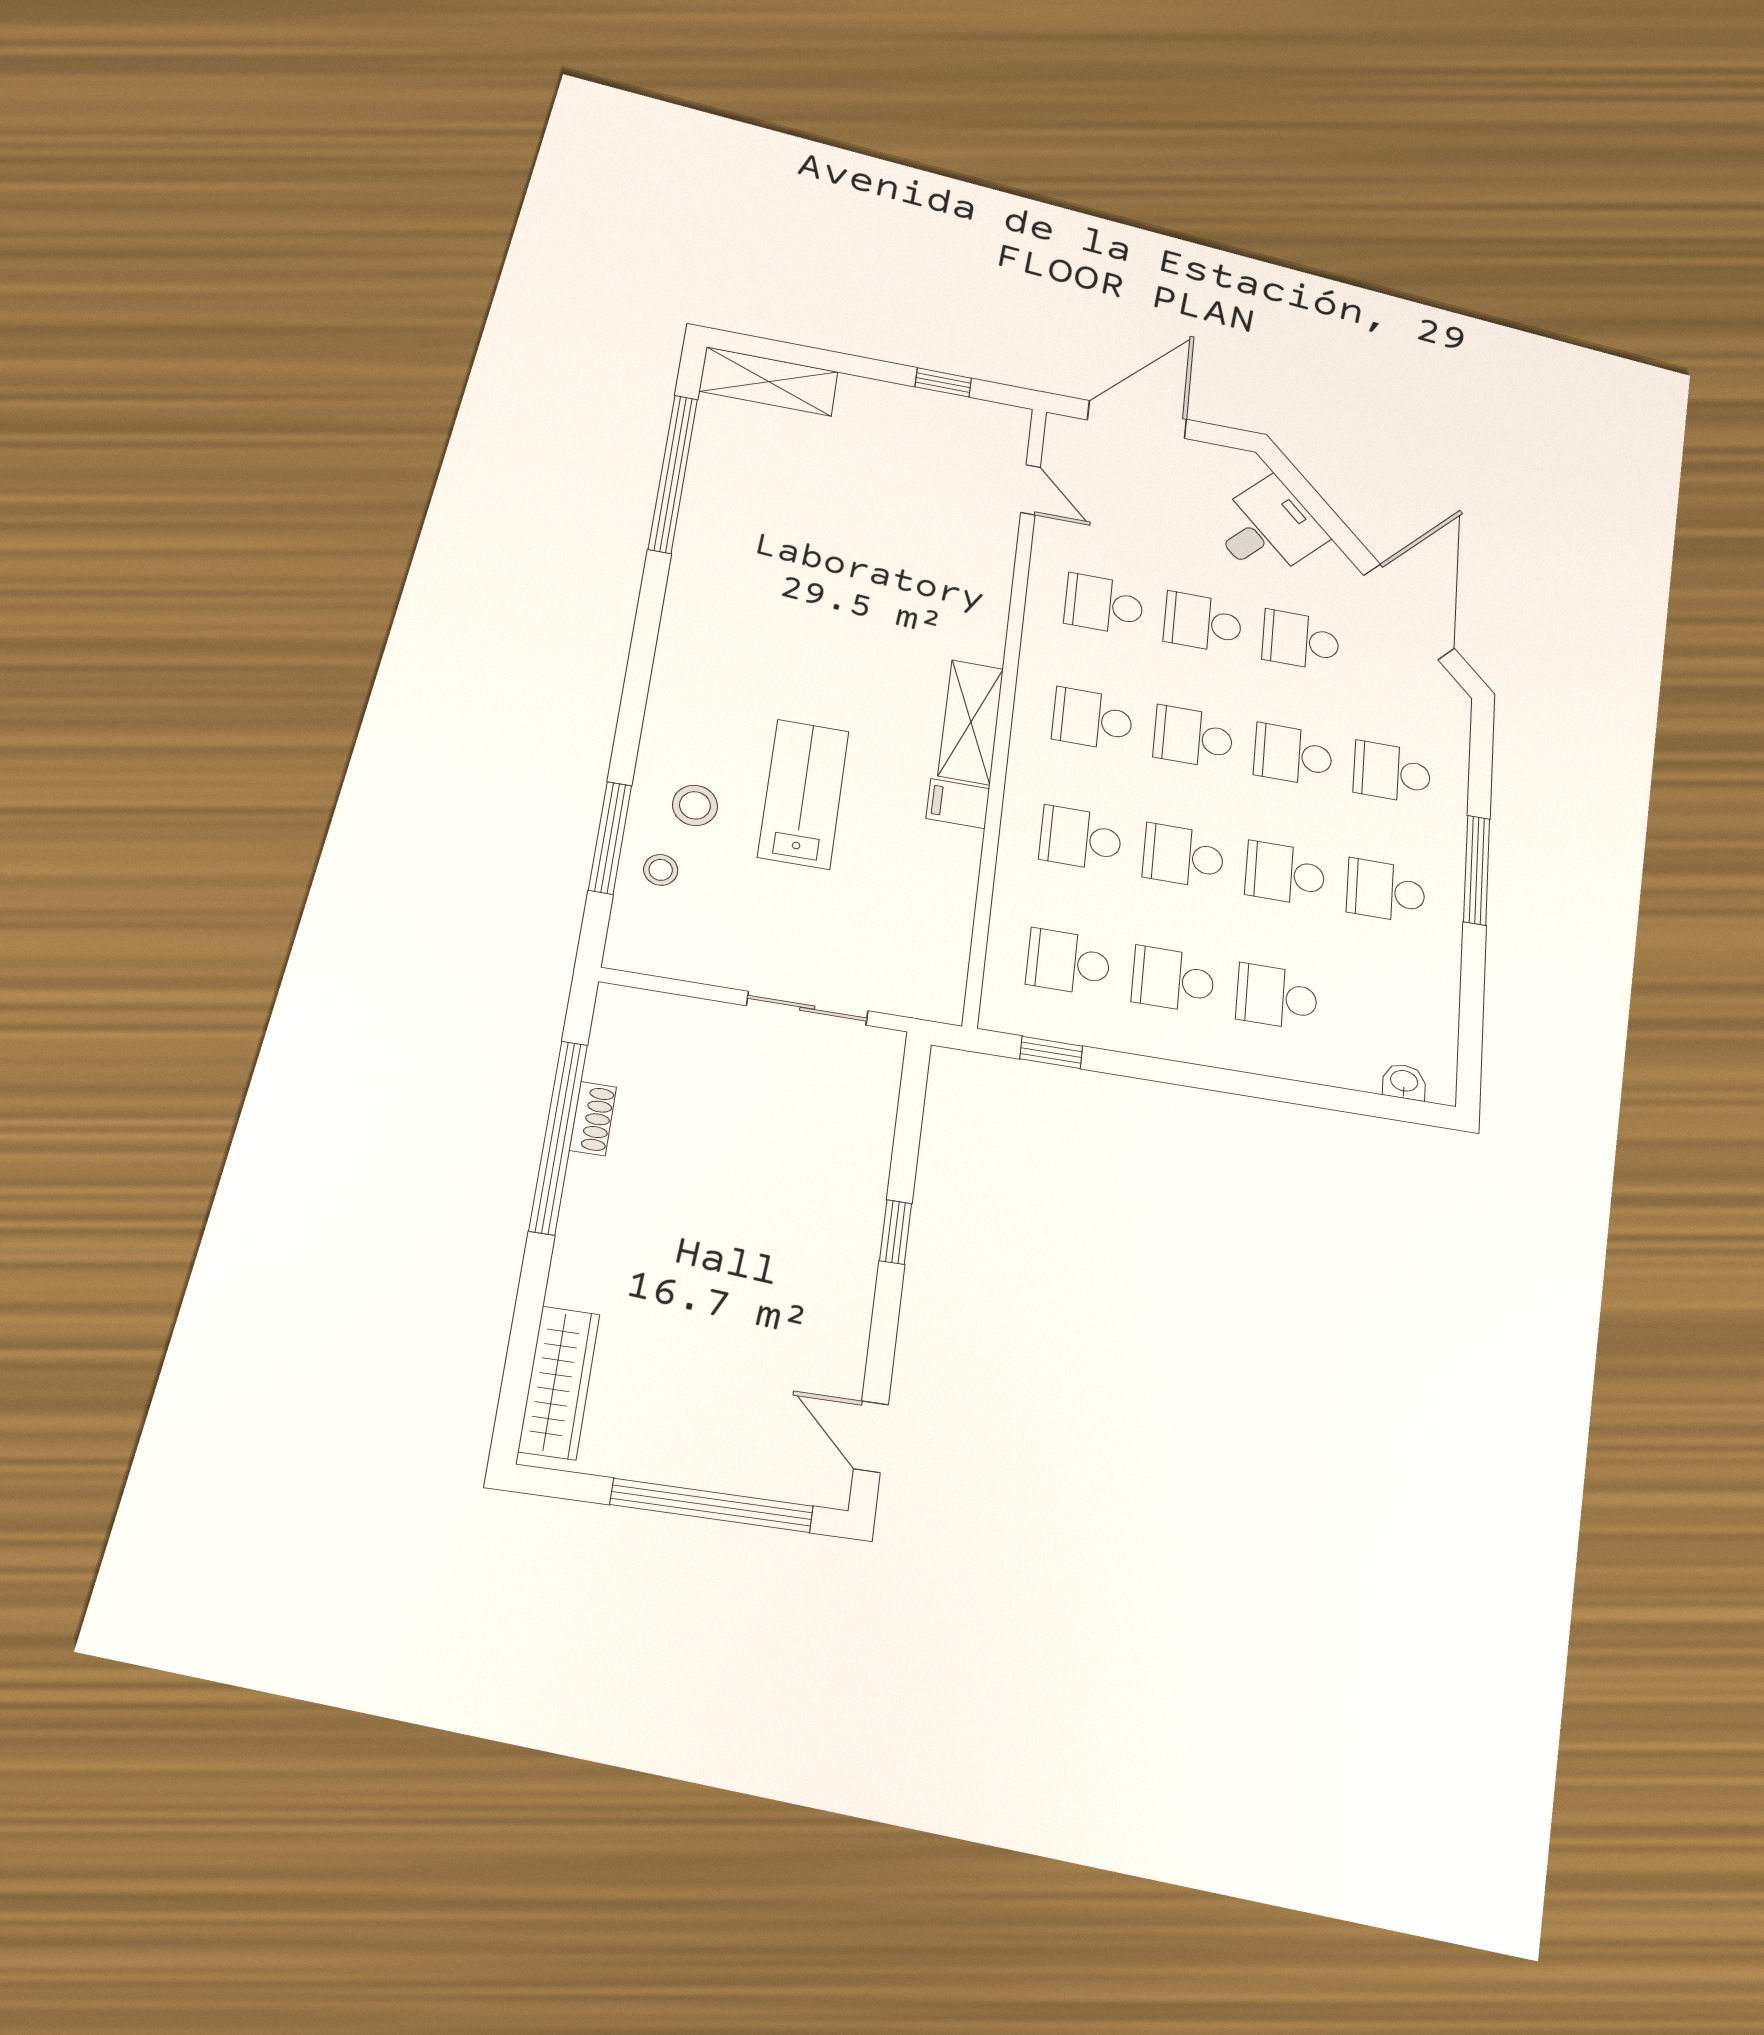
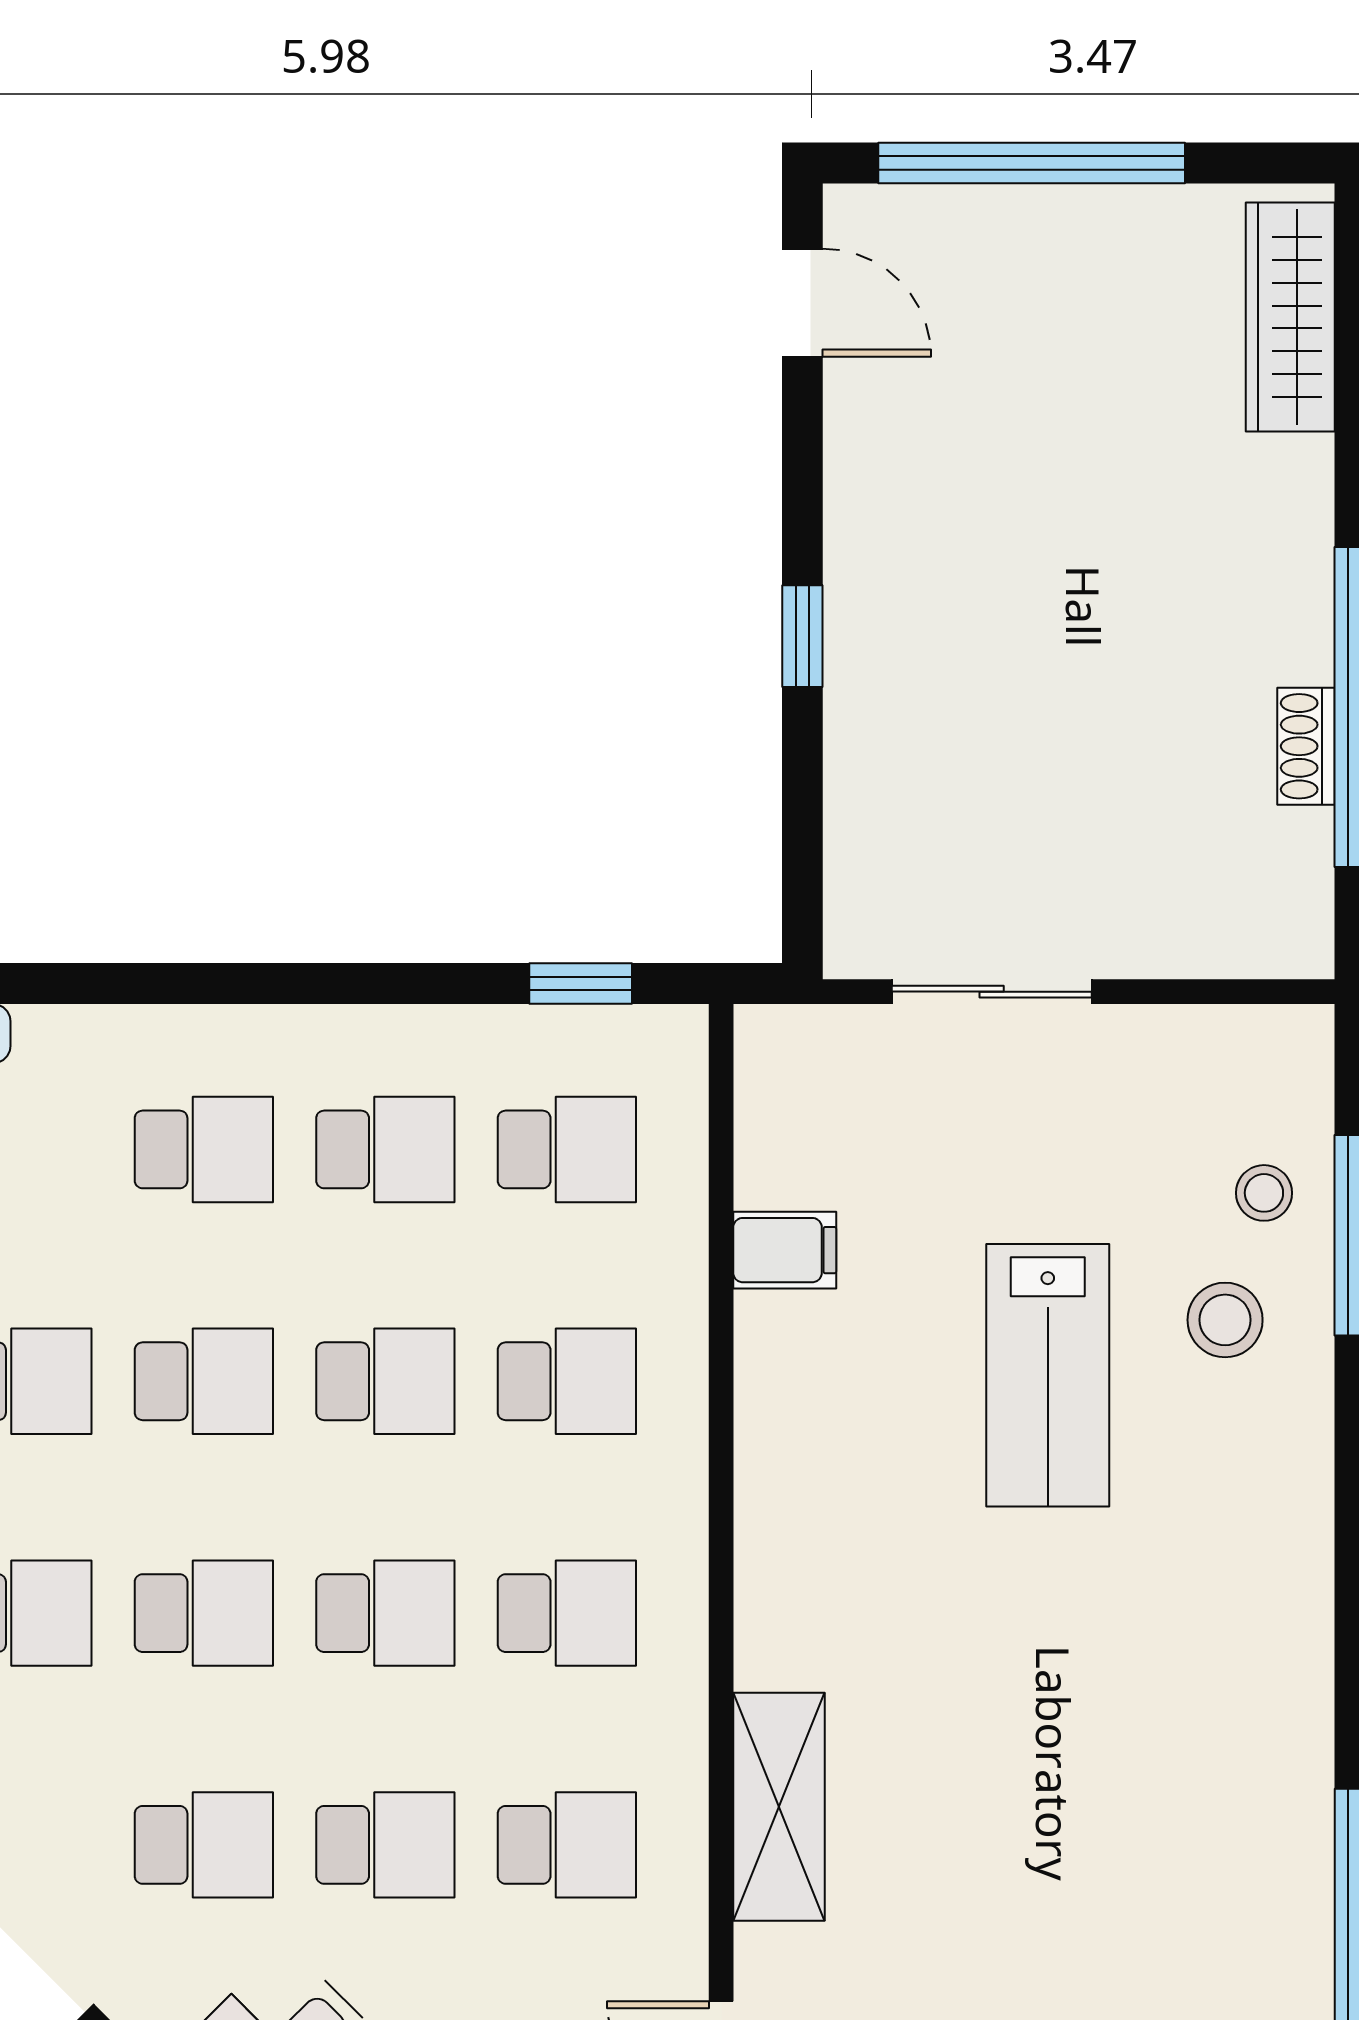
shelving: (971, 722) -> (779, 1807), moved
filing cabinet: (958, 804) -> (785, 1250), moved

